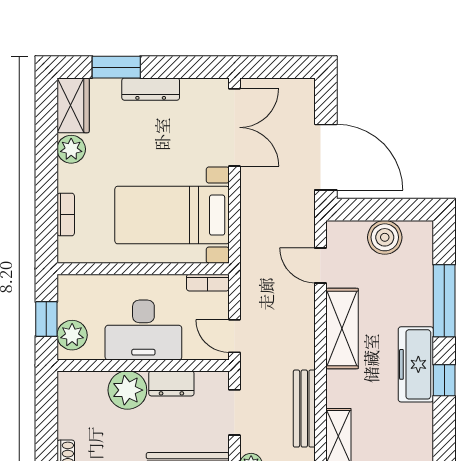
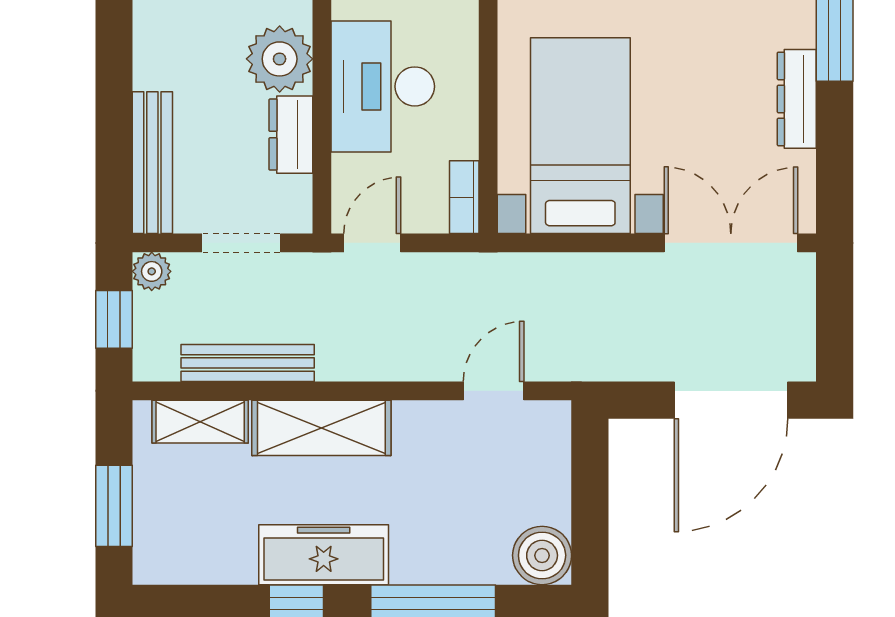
double door: (234, 127) -> (731, 243), swing flipped
door: (326, 157) -> (731, 400), moved
boiler: (385, 237) -> (542, 555), moved
shelving: (342, 329) -> (321, 428), moved

